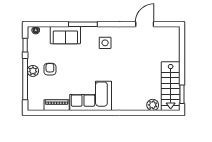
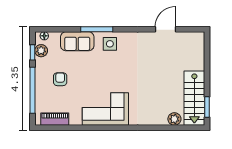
side table: (105, 43) -> (110, 44), moved
plant: (33, 71) -> (41, 51), moved
piano: (57, 105) -> (55, 119), moved

